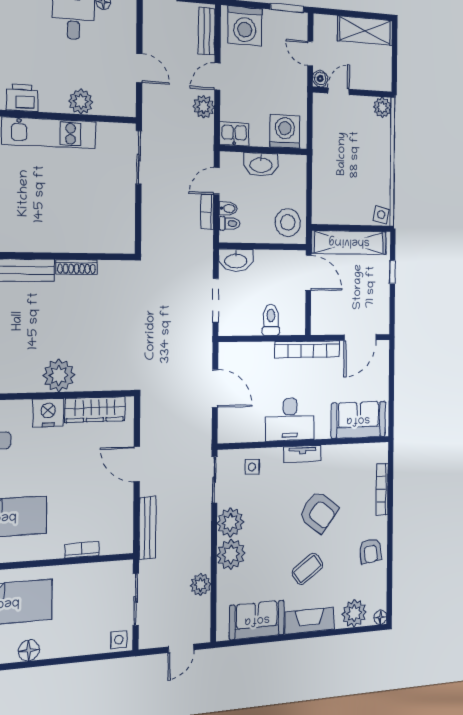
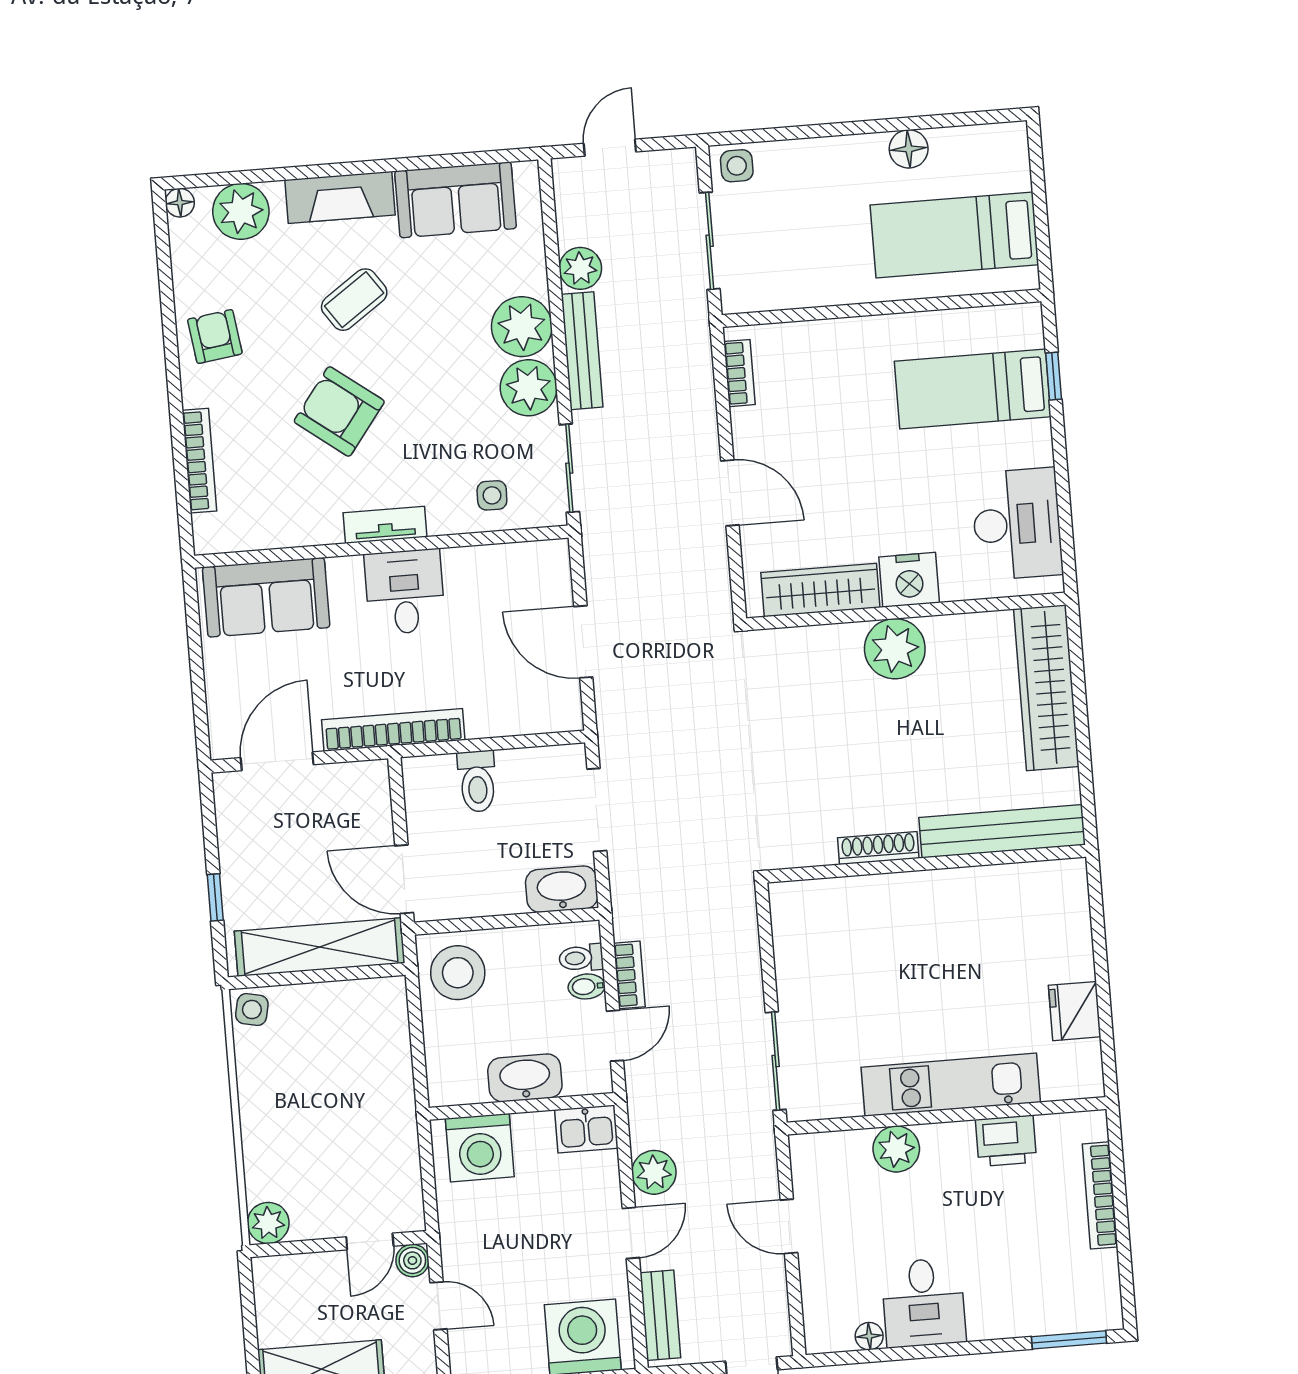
desk: (290, 419) -> (405, 592), width x0.73
bench: (147, 528) -> (582, 351), moved
bookcase: (82, 550) -> (739, 373), moved, turned -90

